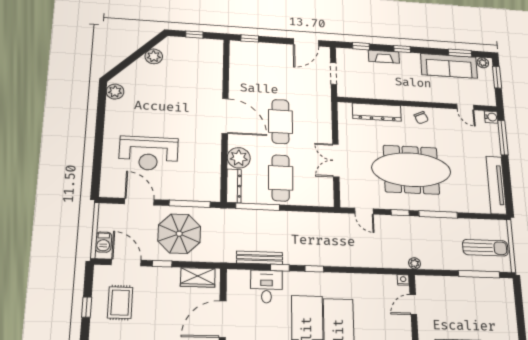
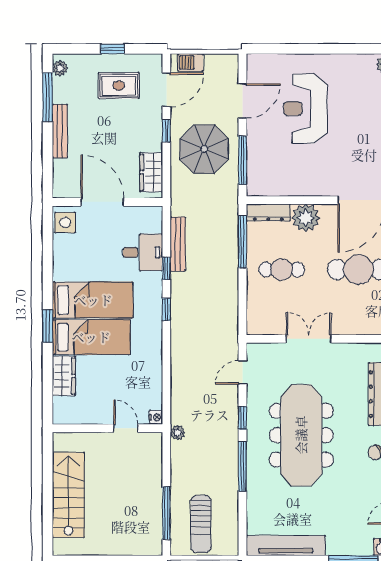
cafe table: (281, 178) -> (282, 269), width x0.73, depth x0.74

